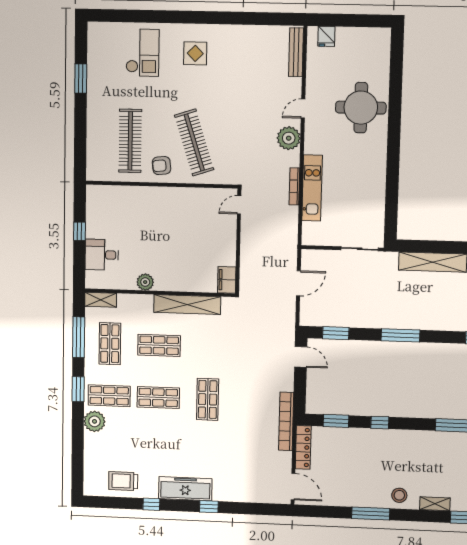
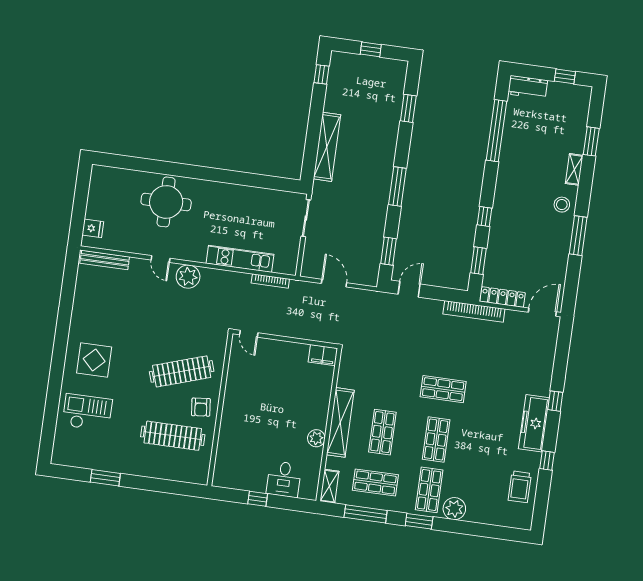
display table: (195, 53) -> (94, 360), width x1.36, depth x1.36
bookcase: (294, 186) -> (270, 281), moved
shelving: (187, 305) -> (340, 422), moved

